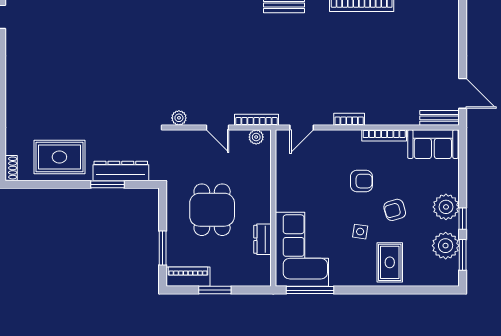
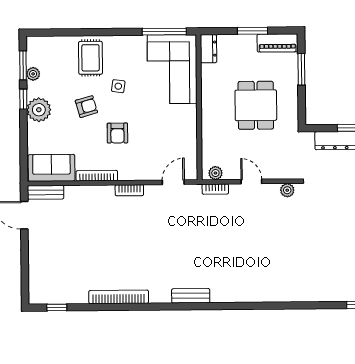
bookcase: (256, 120) -> (215, 189), width x0.64
armchair: (361, 181) -> (117, 133), turned -90
dresser: (262, 239) -> (209, 49), moved
plant: (446, 246) -> (33, 74), width x0.53, depth x0.53

